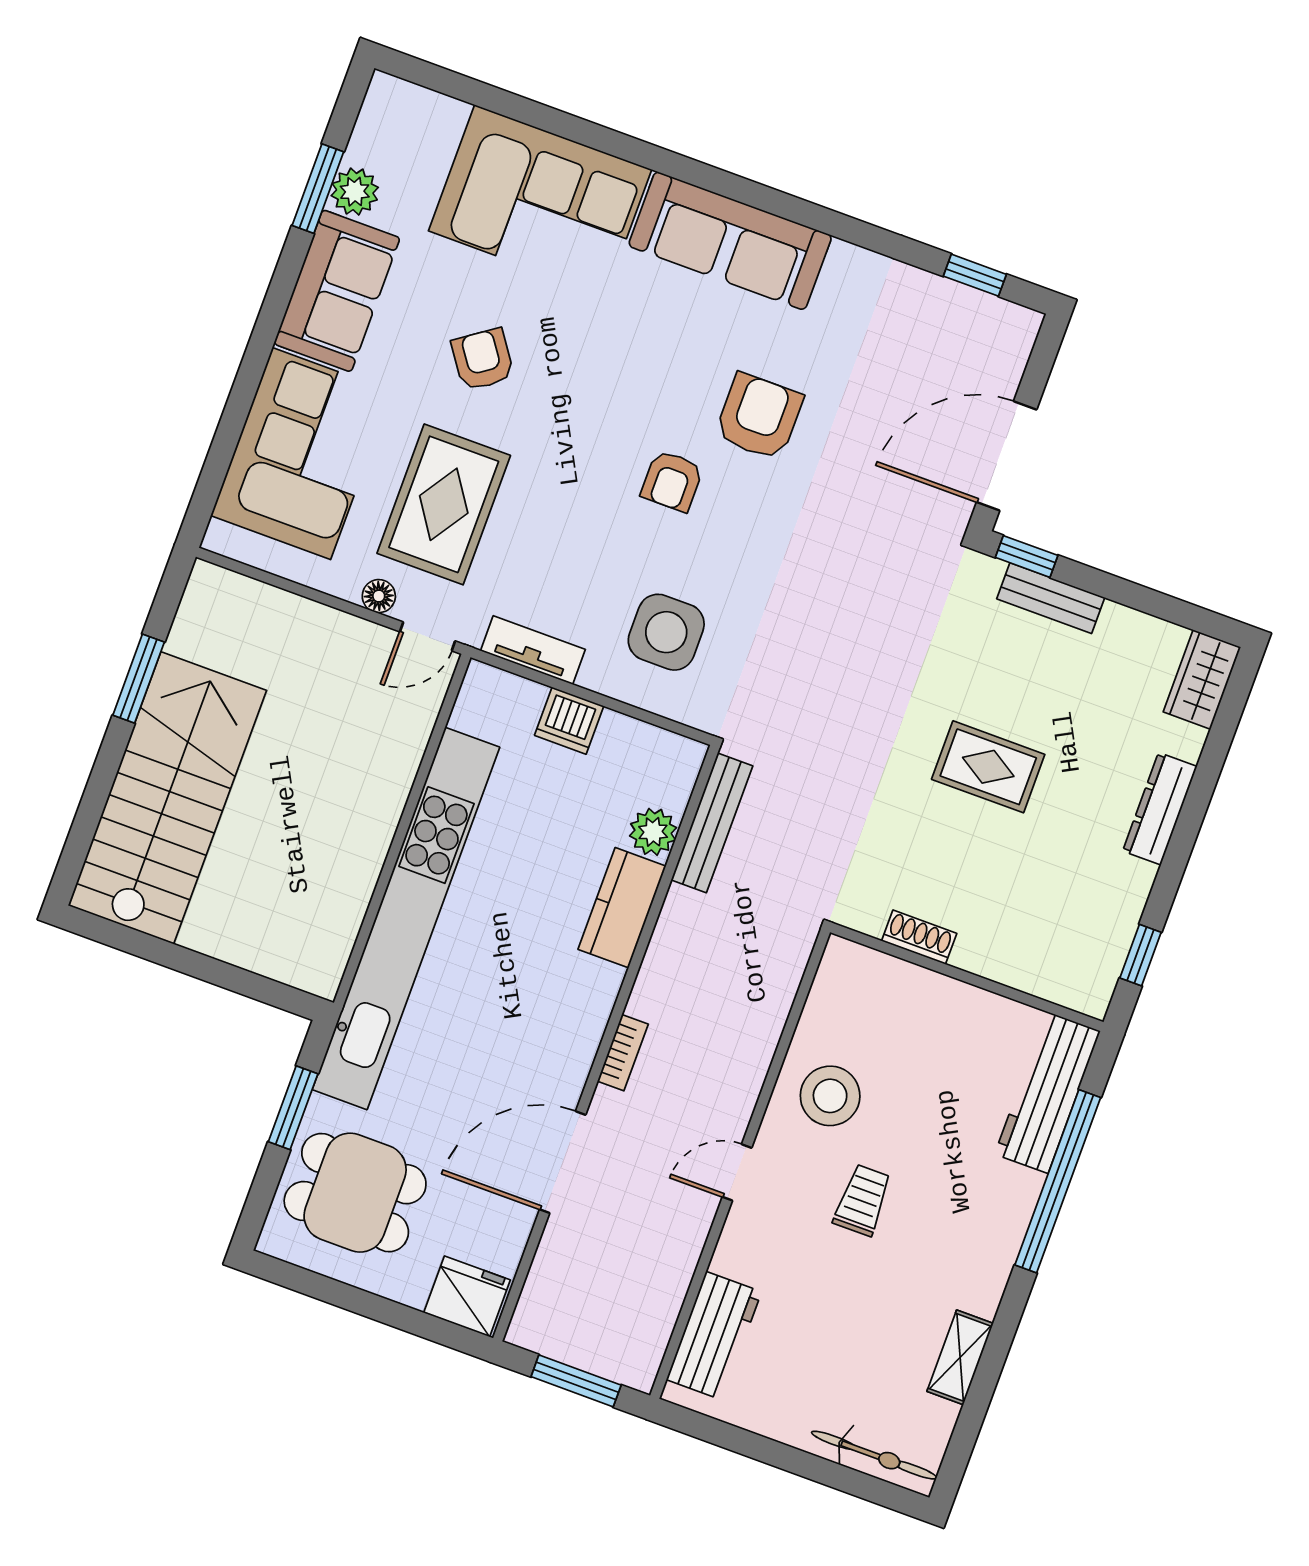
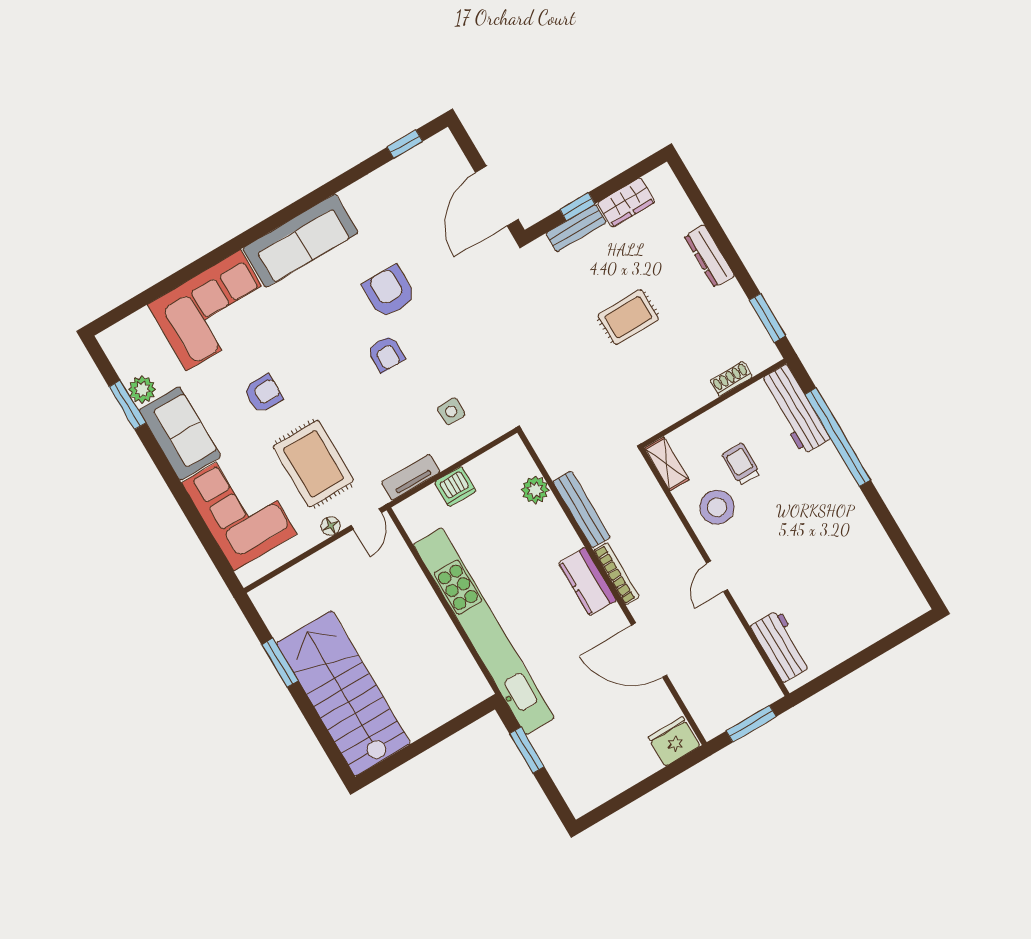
armchair: (483, 359) -> (263, 394), turned 125
window: (1027, 556) -> (577, 207), moved
side table: (666, 632) -> (451, 411), width x0.54, depth x0.54
wardrobe: (1202, 680) -> (626, 202), moved, turned -90
bench: (712, 823) -> (582, 510), moved
kitchen counter: (622, 908) -> (587, 582), moved
shoe rack: (919, 937) -> (731, 379), moved
window: (1141, 955) -> (767, 318), width x1.50
bookcase: (623, 1053) -> (616, 574), width x1.56
door: (563, 1162) -> (649, 650), hinge flipped
dining table: (355, 1193) -> (587, 753), removed
trolley: (862, 1200) -> (741, 464), moved
shelving: (960, 1357) -> (667, 464), moved
bicycle: (874, 1455) -> (893, 618), removed

